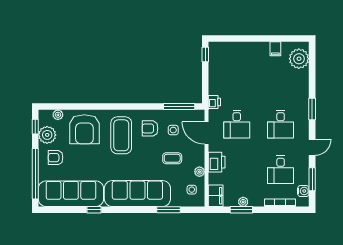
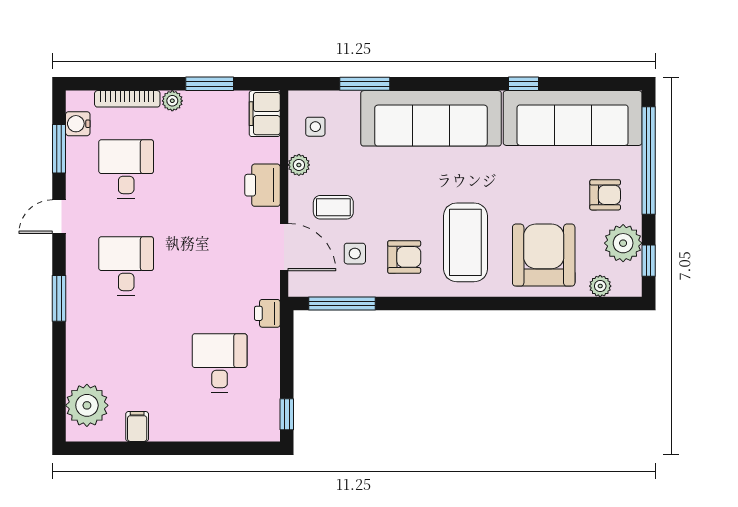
desk: (237, 124) -> (220, 363), moved
coffee table: (172, 158) -> (333, 207), moved
plant: (243, 202) -> (172, 101), moved

